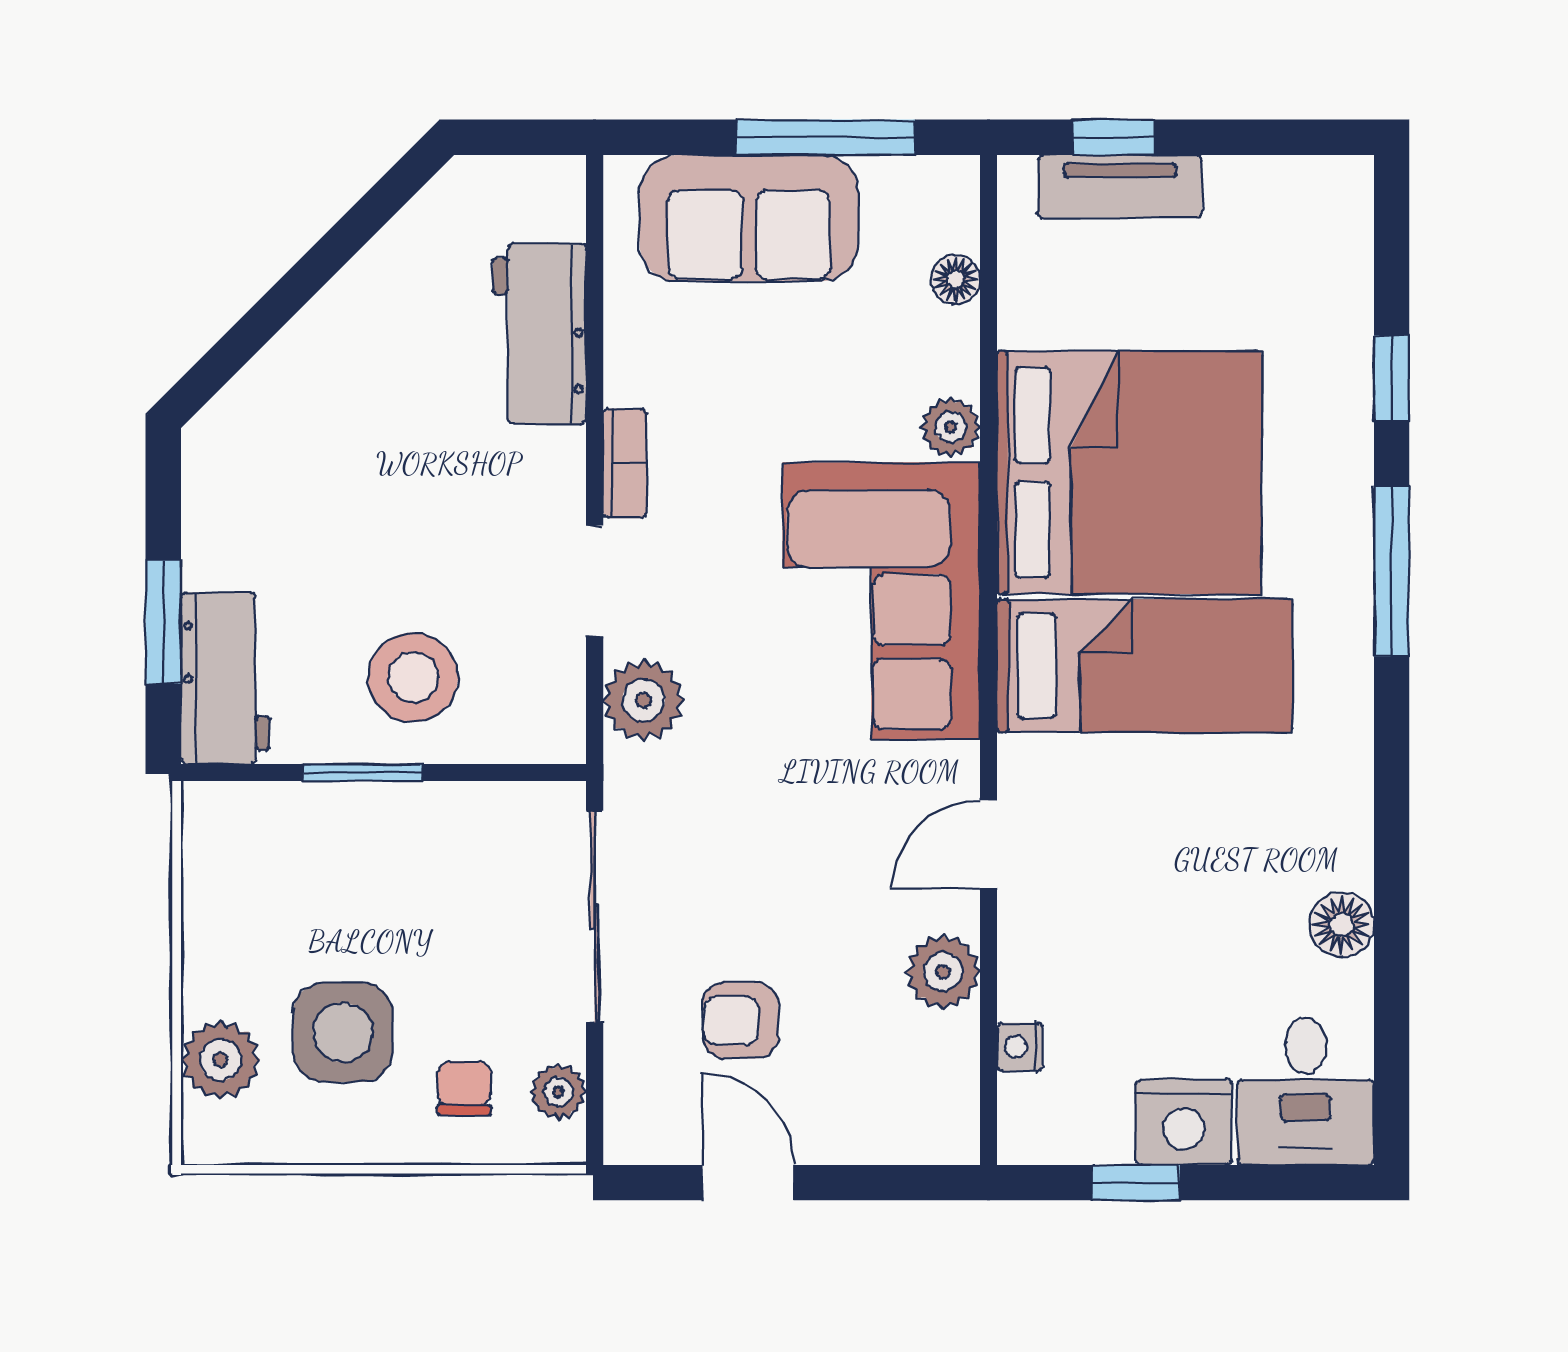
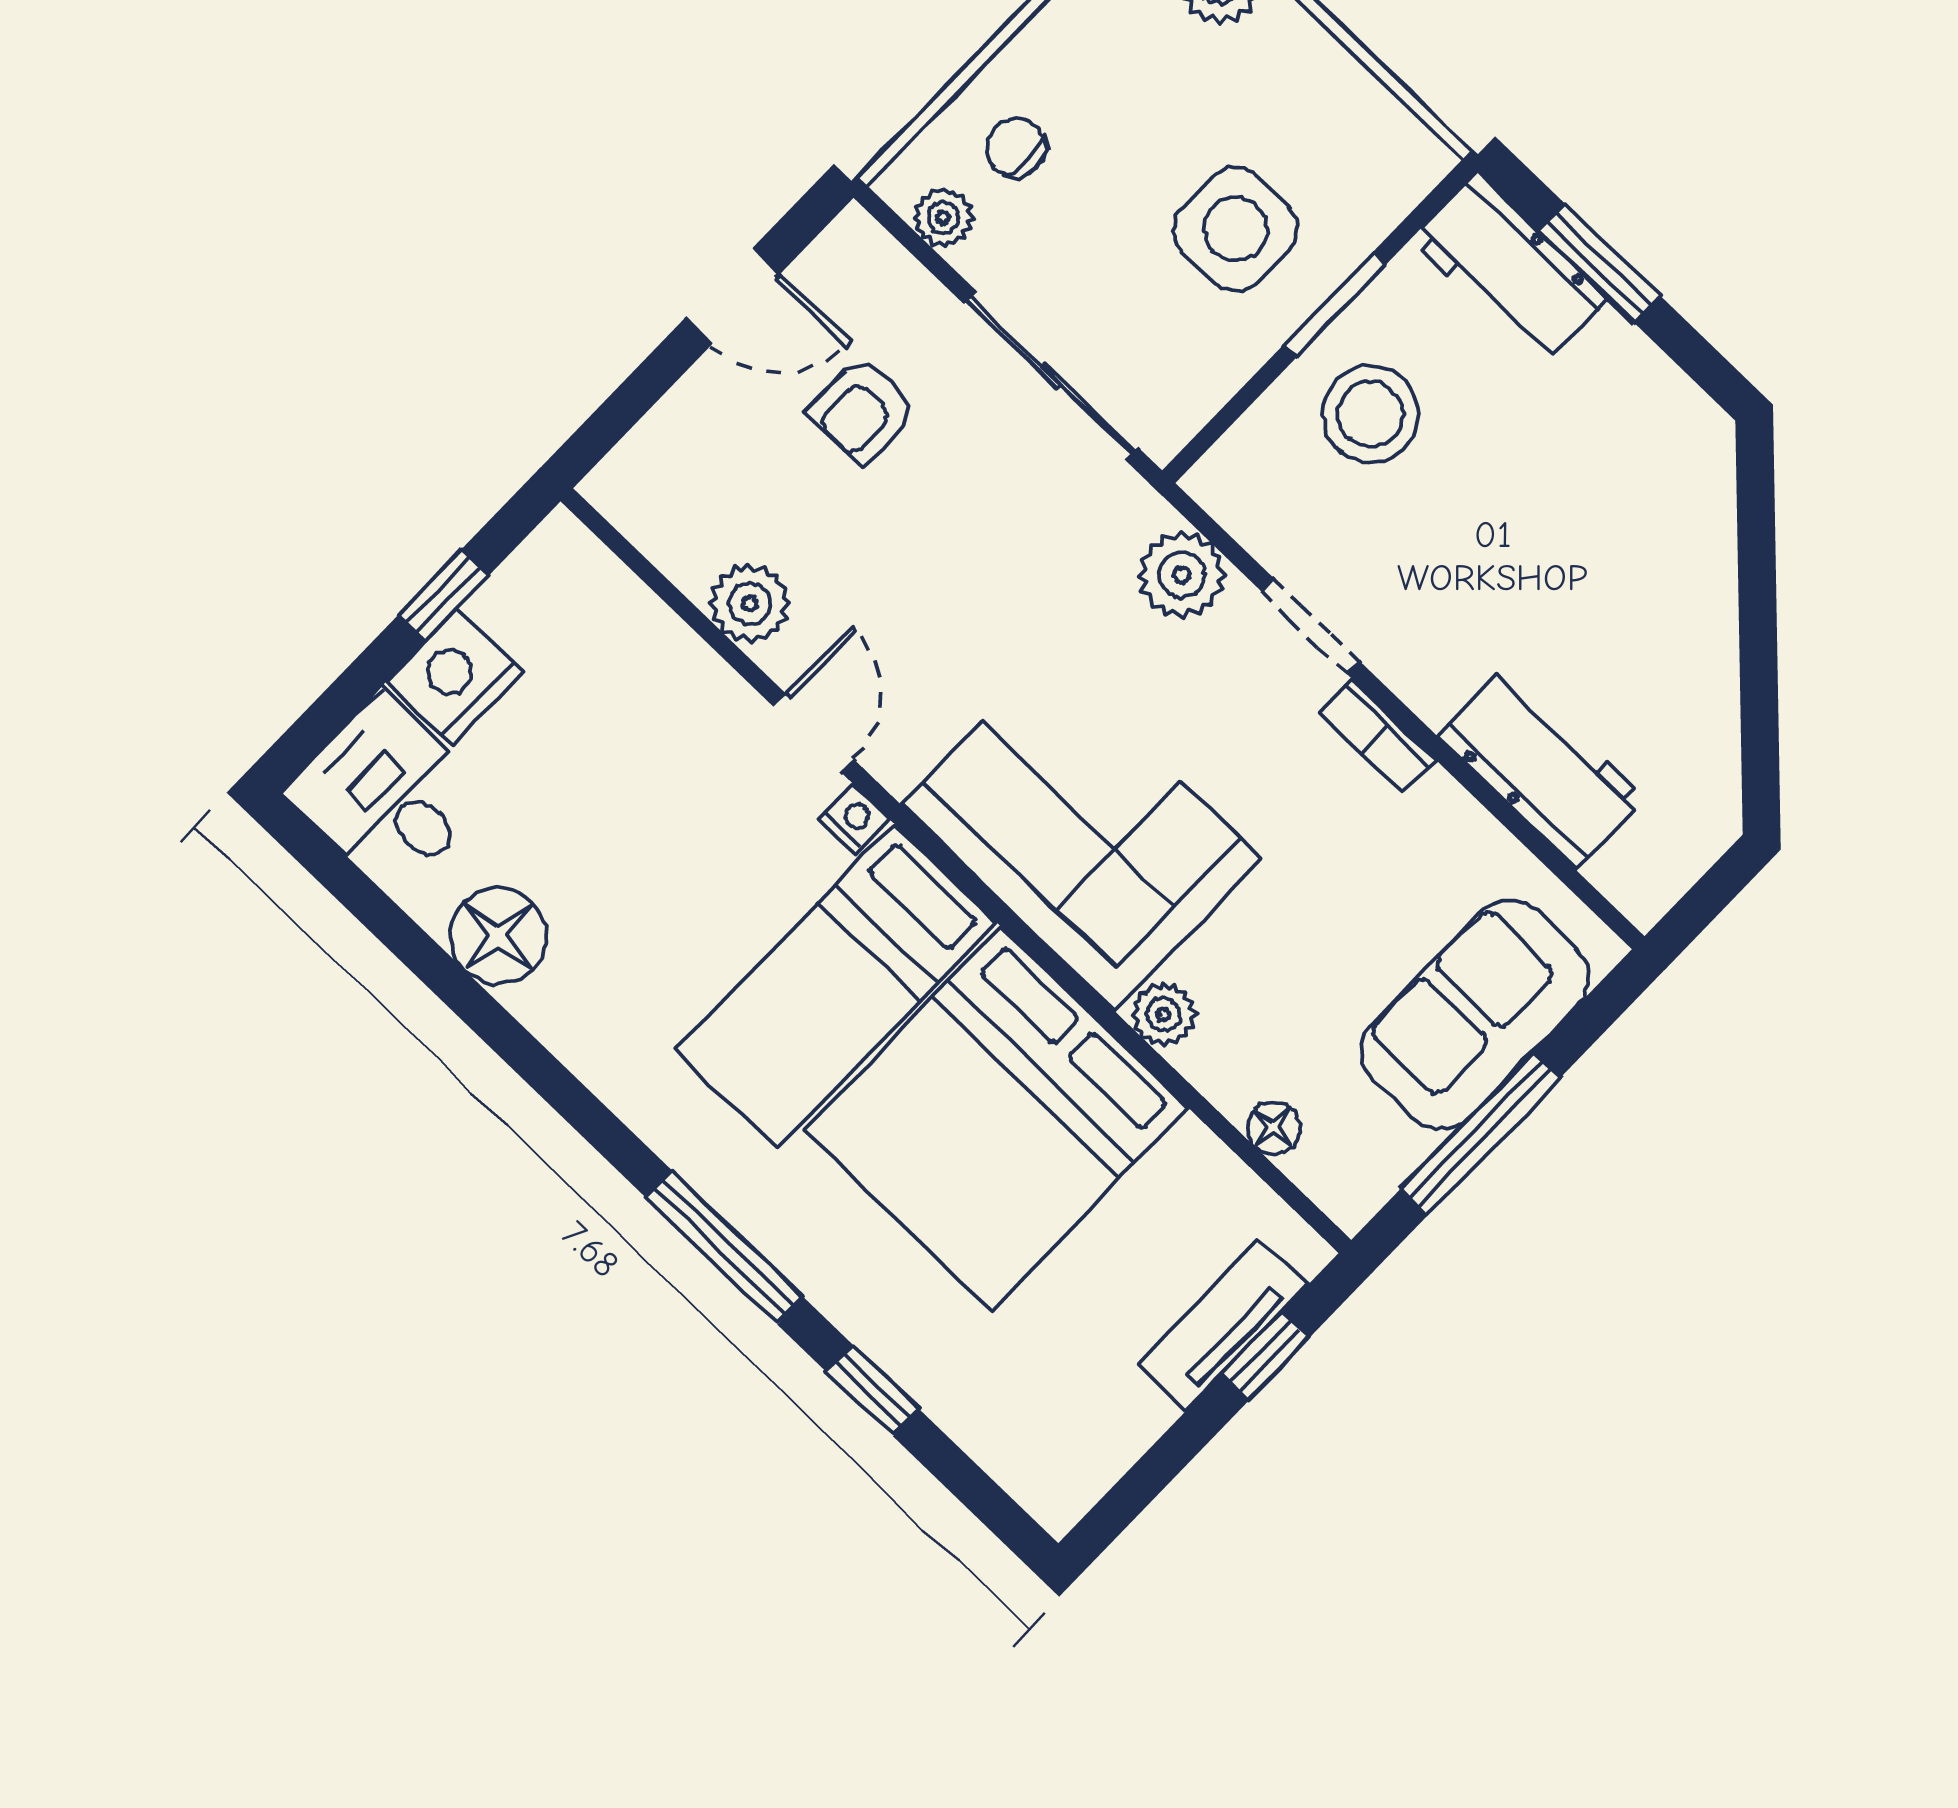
floor lamp: (1342, 925) -> (498, 936), width x1.38, depth x1.38
armchair: (740, 1020) -> (863, 411), turned 180
side table: (343, 1032) -> (1236, 229), moved
nightstand: (1020, 1047) -> (854, 819), moved
chair: (464, 1088) -> (1016, 148), turned 180

